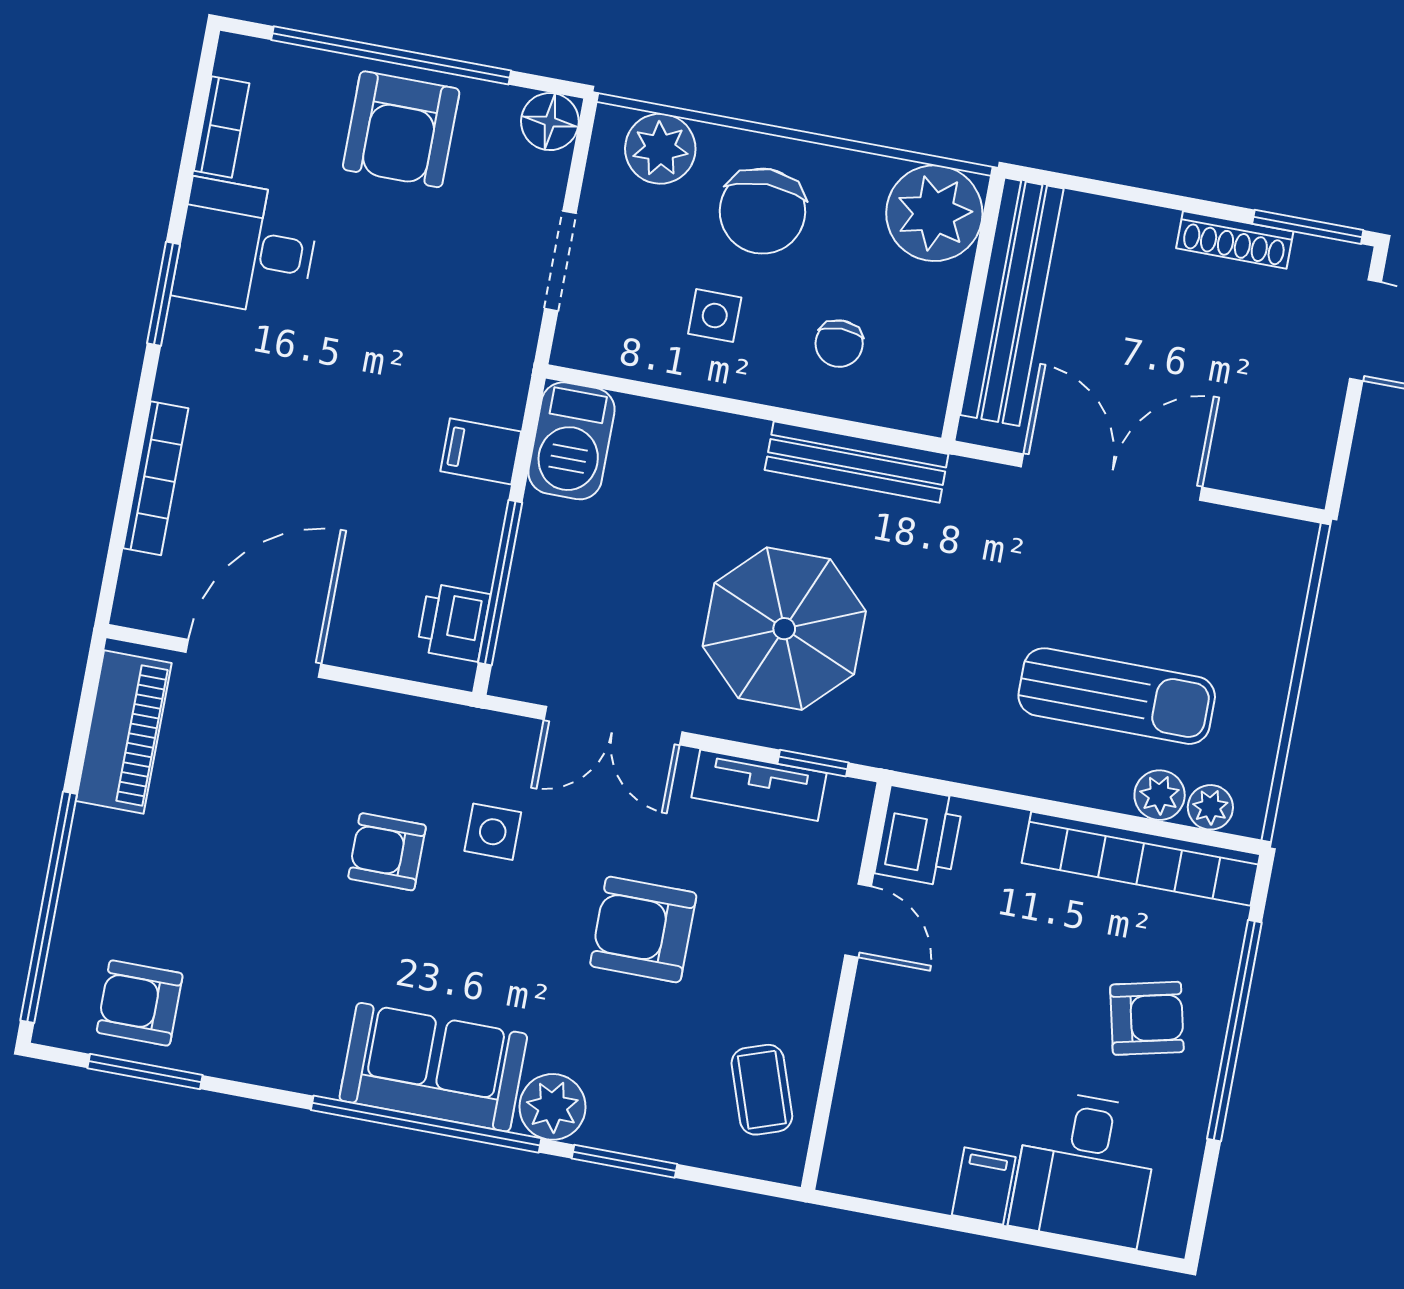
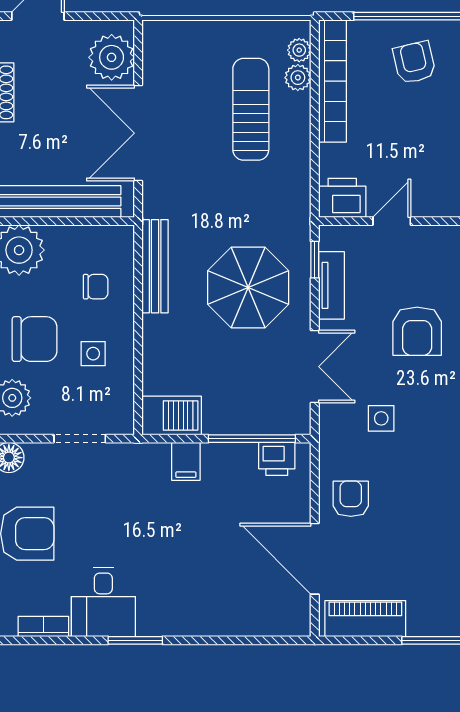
plant: (1263, 454) -> (112, 57), added
bookcase: (156, 478) -> (231, 627), removed
armchair: (387, 852) -> (351, 499), moved, turned 180

